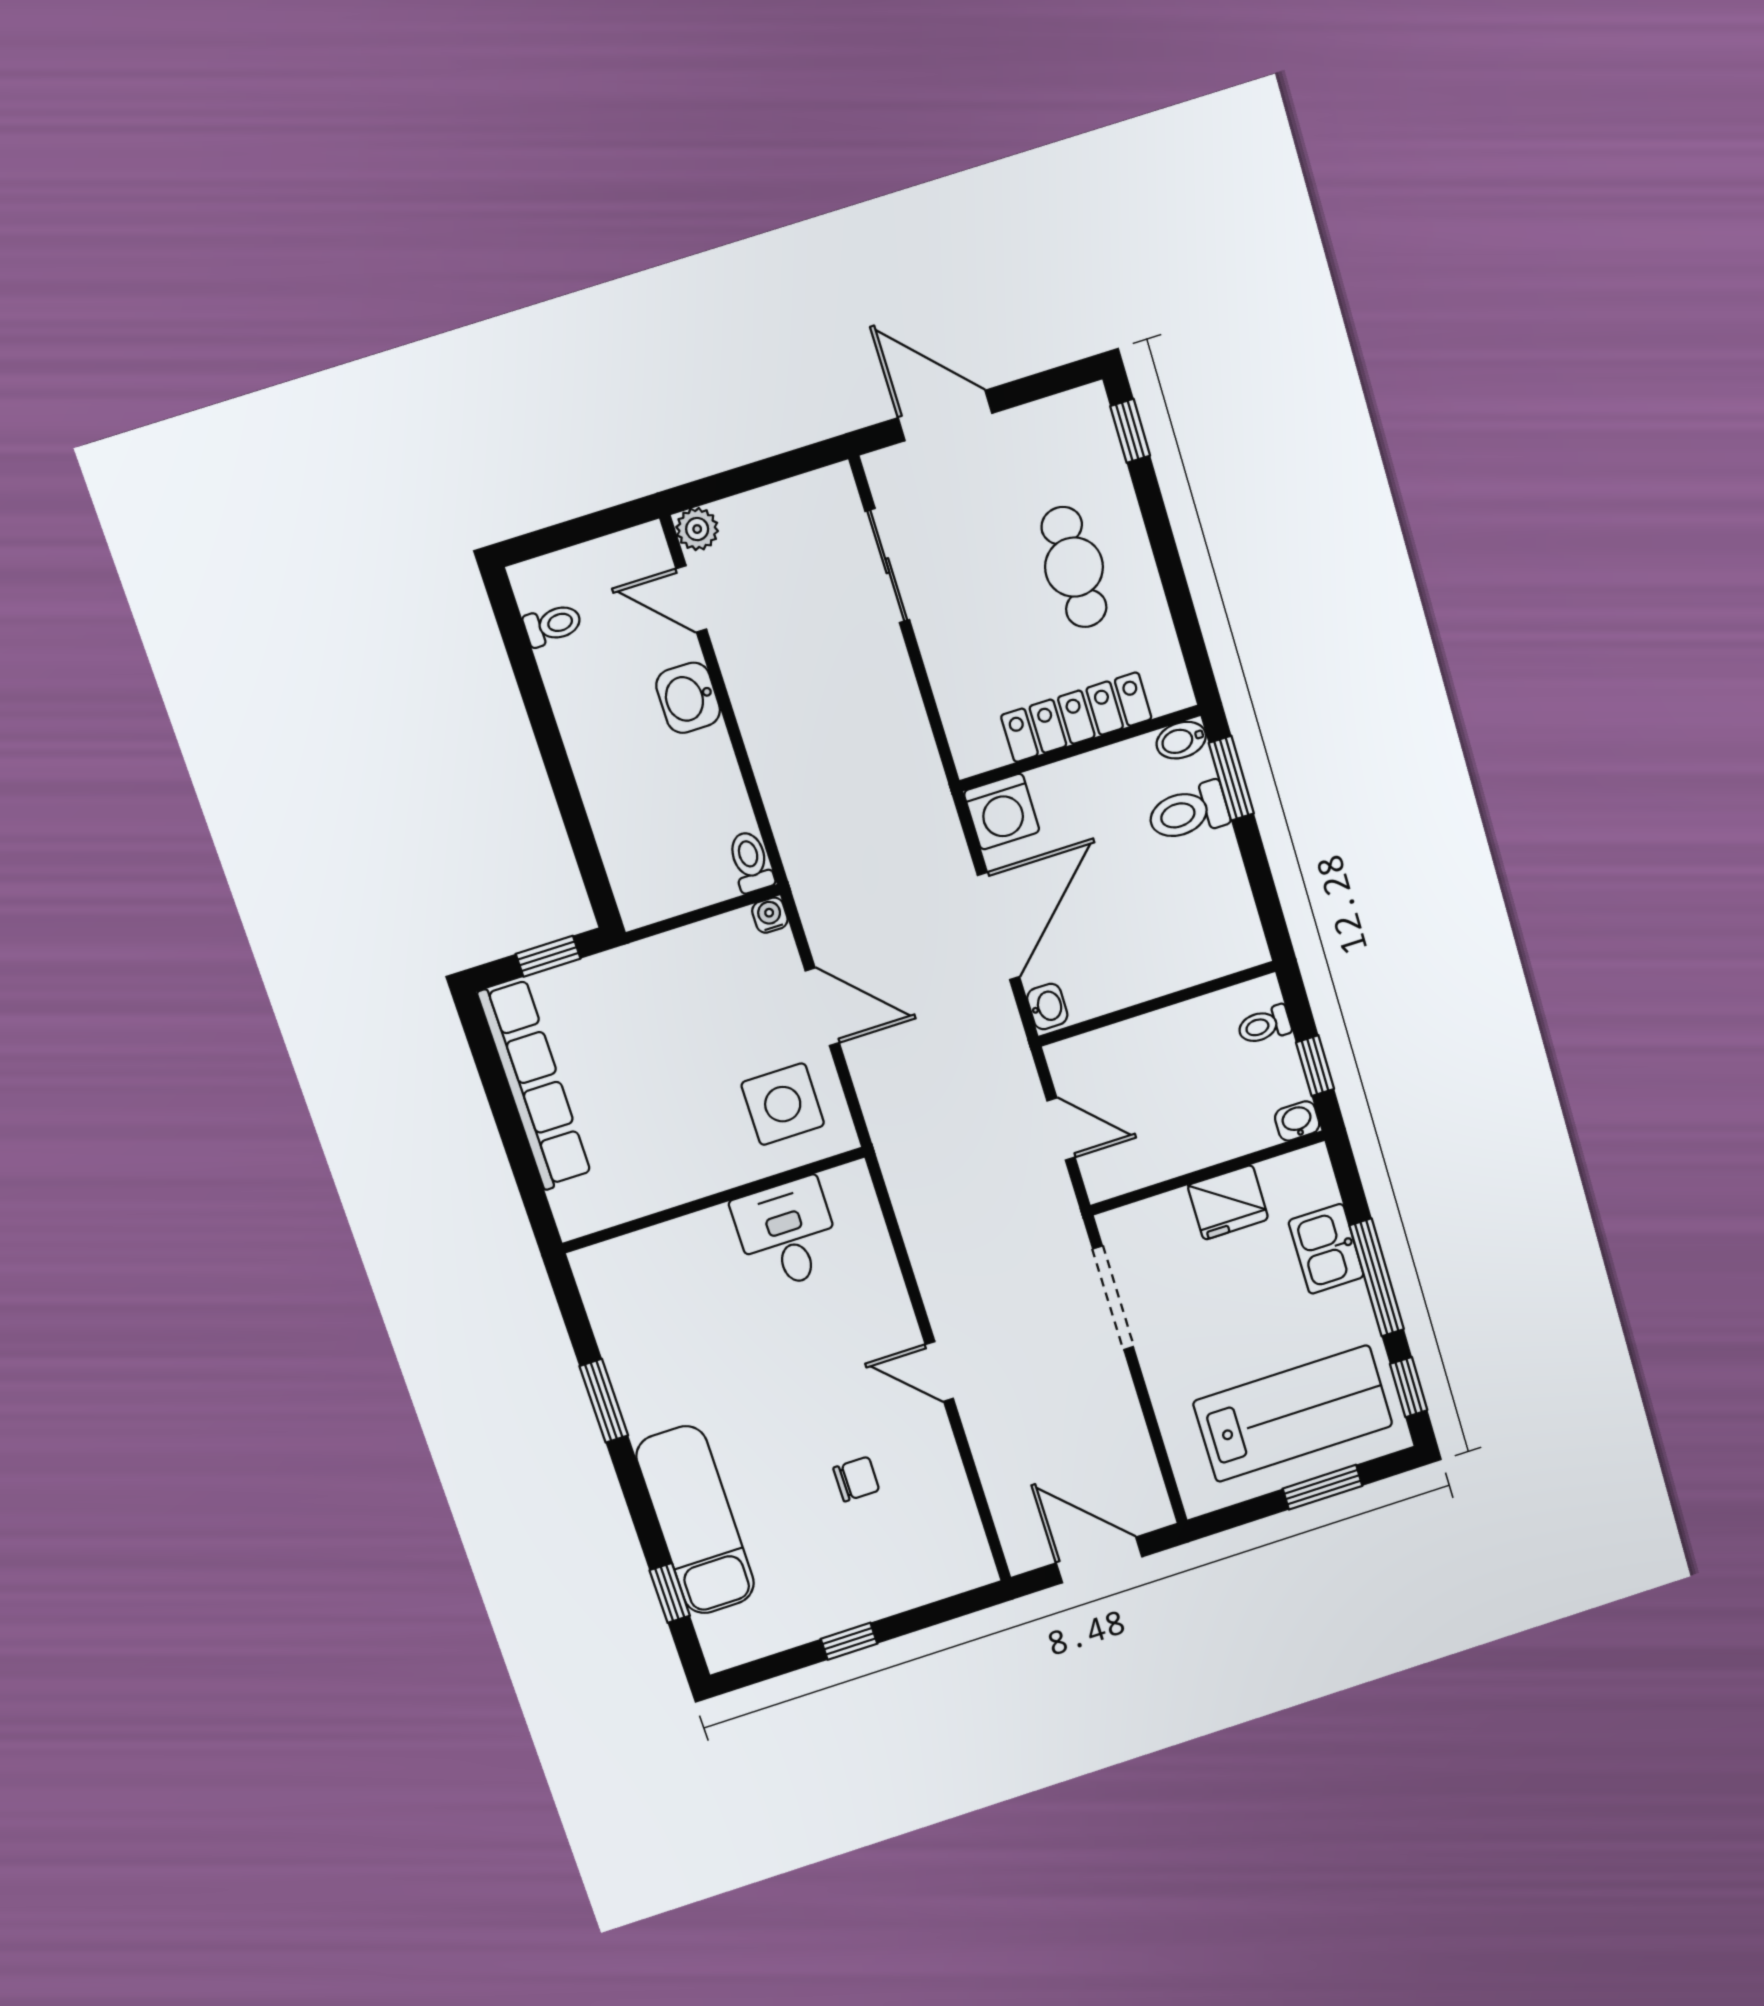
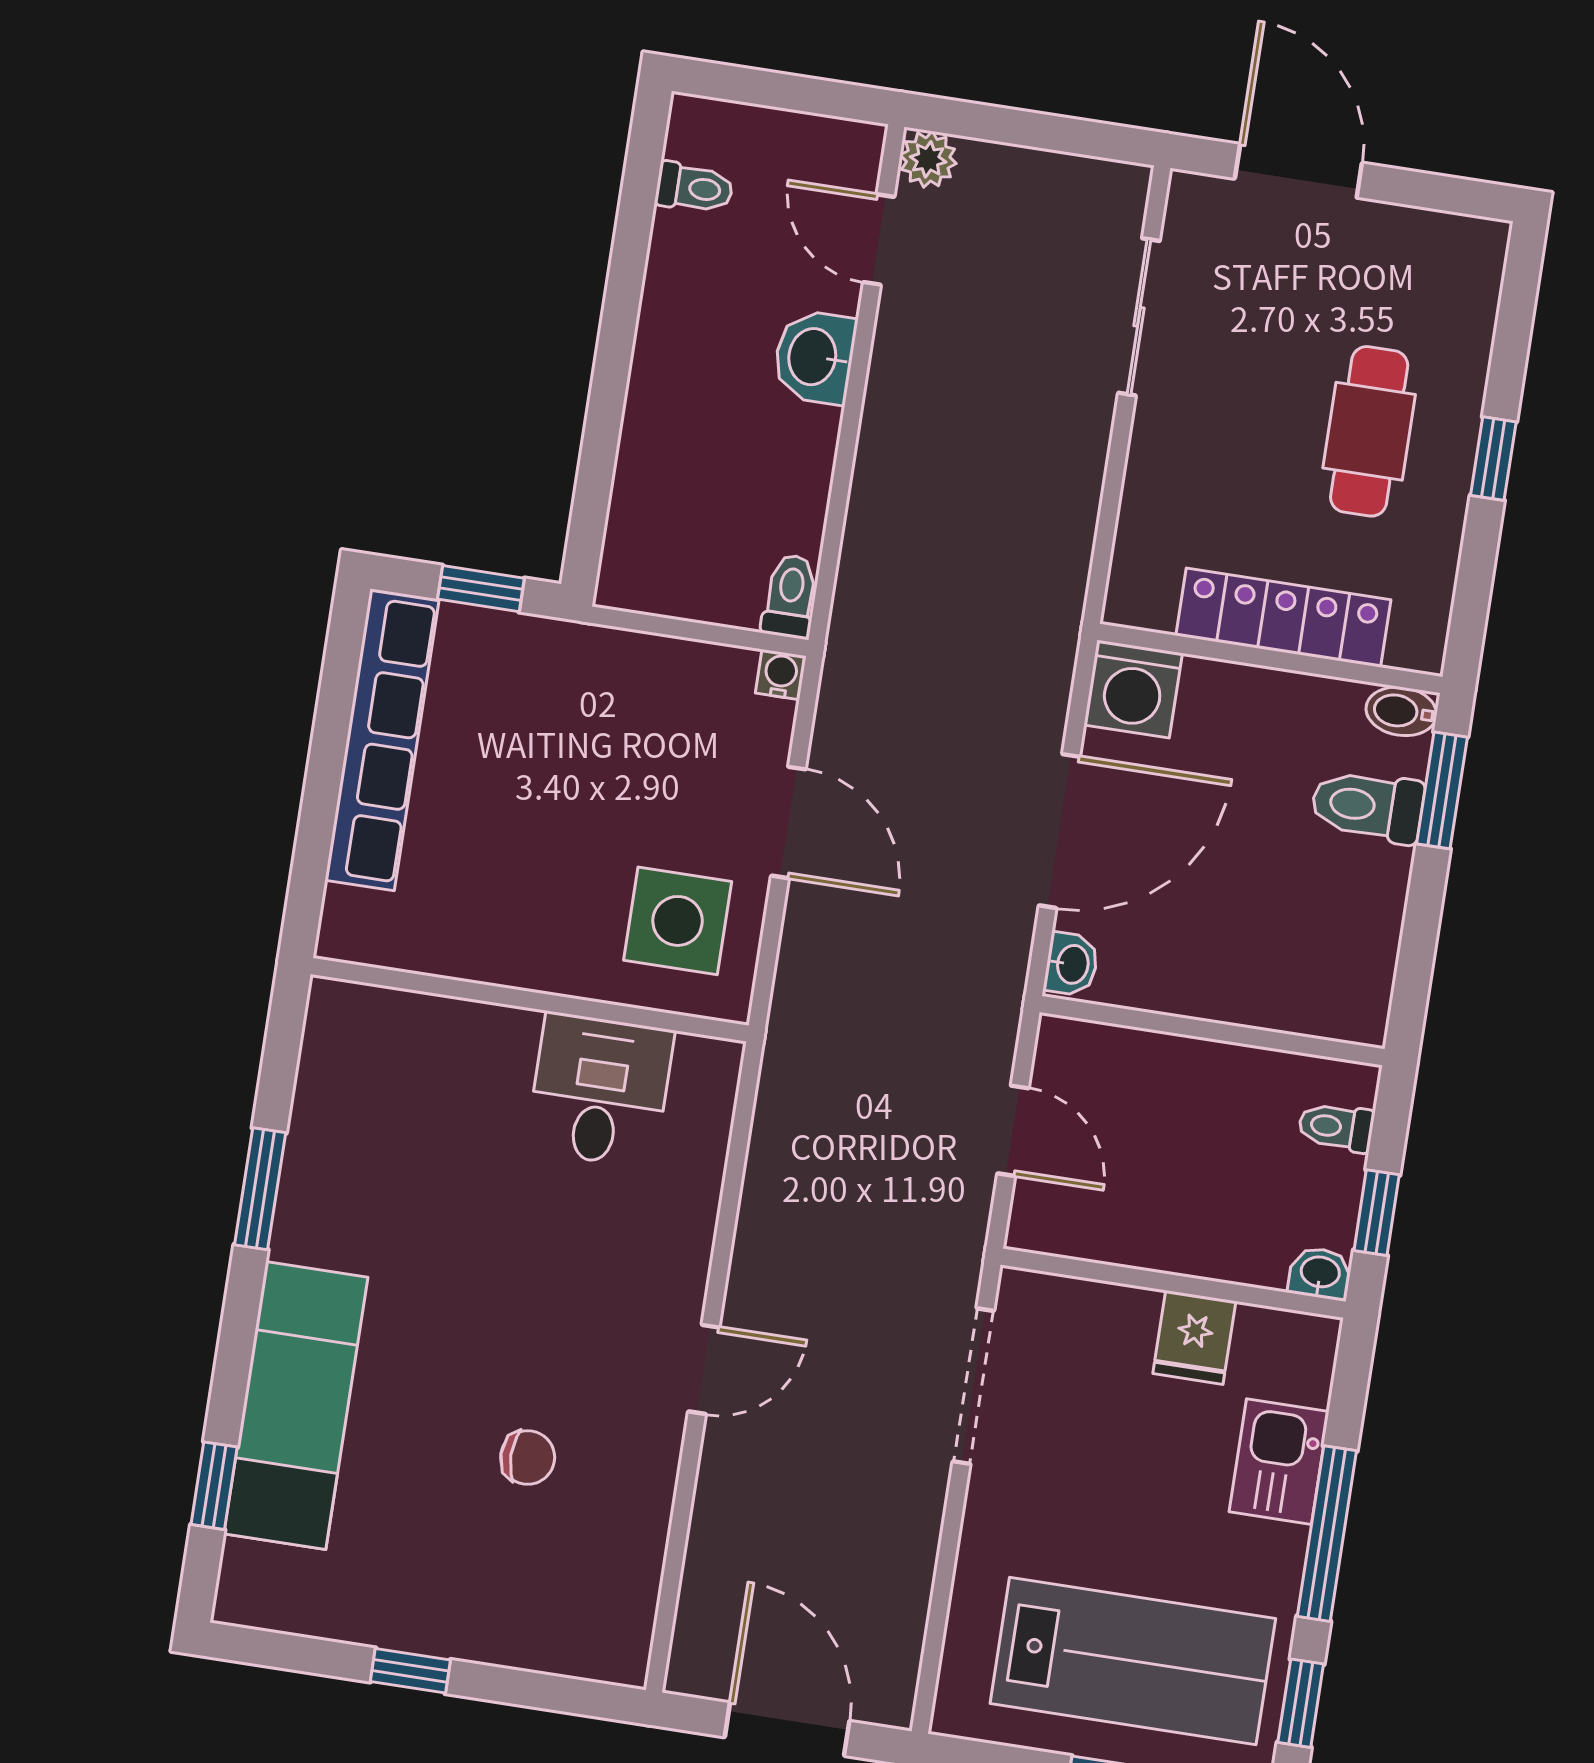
window: (1130, 431) -> (1493, 459), moved
fridge: (1228, 1202) -> (1194, 1337), width x0.72
door: (939, 1372) -> (704, 1369), swing flipped

